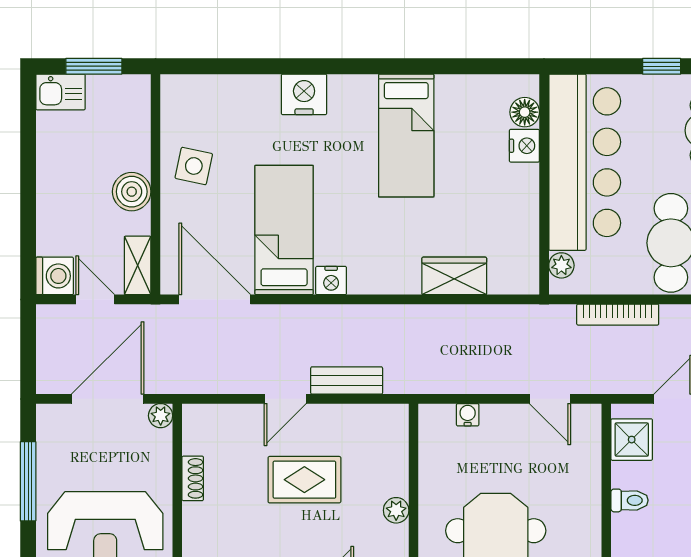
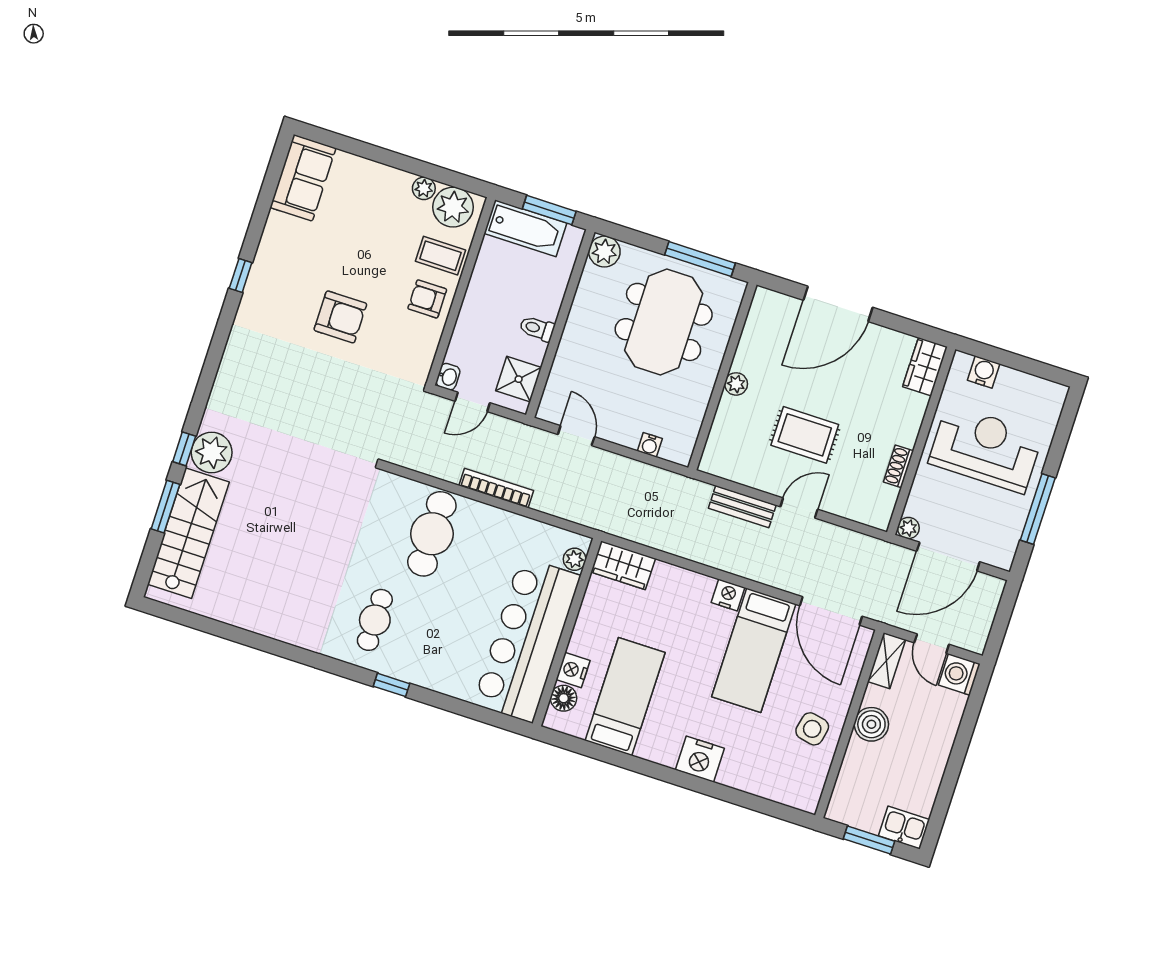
floor lamp: (525, 112) -> (564, 698), moved
nightstand: (524, 146) -> (573, 670), moved
bar counter: (585, 162) -> (527, 640), moved
wall: (544, 184) -> (567, 632), moved
plant: (561, 265) -> (575, 559), moved

